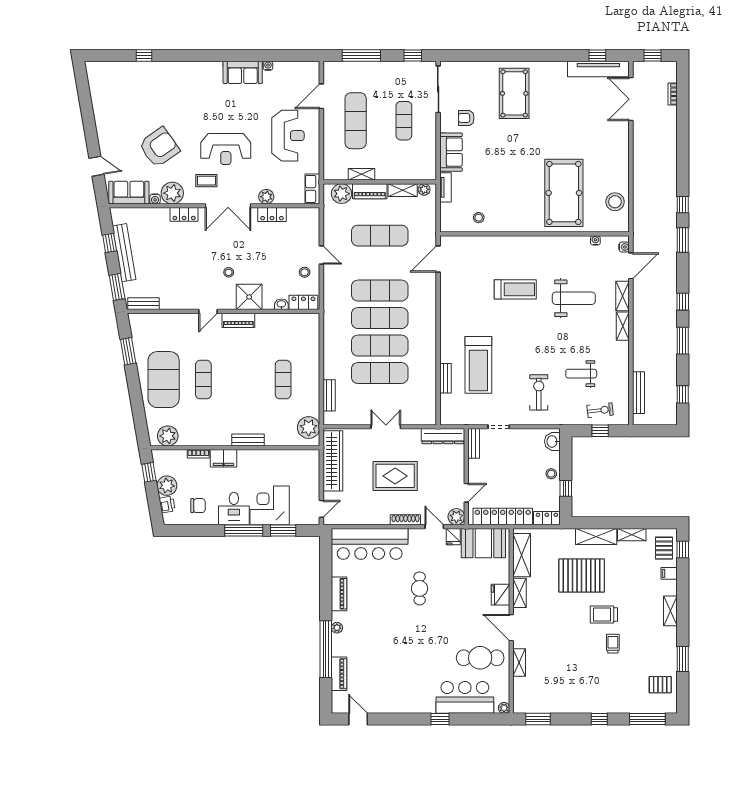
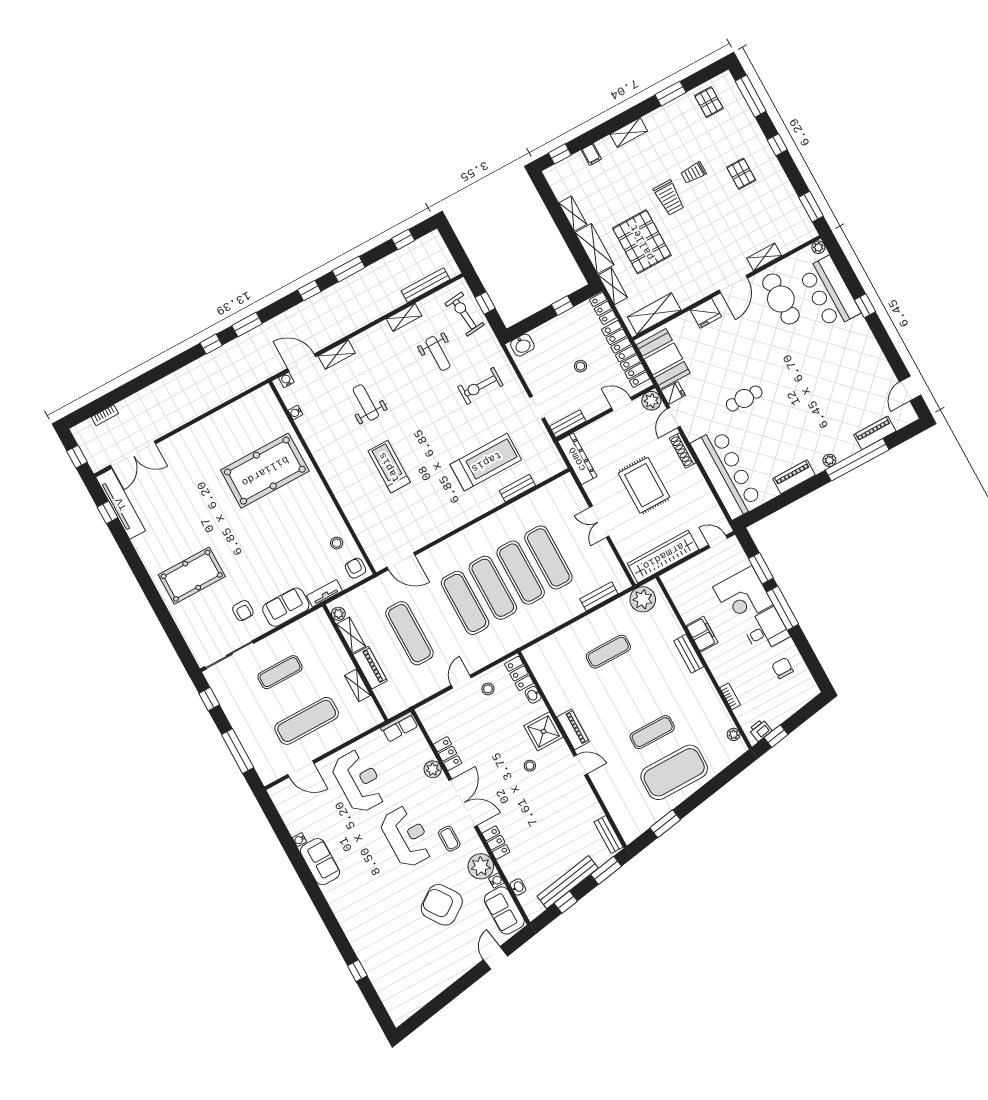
reception desk: (288, 136) -> (359, 781), turned 90
plant: (341, 194) -> (388, 695), removed
stool: (615, 202) -> (246, 414), removed
washbasin: (141, 213) -> (518, 887), added
armchair: (452, 221) -> (355, 568), added
weight bench: (574, 298) -> (366, 402), width x0.73, depth x0.75
shelving: (623, 326) -> (404, 317), moved
exercise bike: (600, 410) -> (465, 314), width x1.38, depth x1.39
plant: (168, 436) -> (734, 734), width x0.53, depth x0.53
filing cabinet: (223, 458) -> (702, 634), moved
stool: (551, 474) -> (581, 366), moved
plant: (167, 486) -> (780, 711), removed
printer: (167, 504) -> (760, 730), moved
pallet: (664, 548) -> (741, 174), moved, turned 90
shelving: (520, 593) -> (613, 286), moved, turned 90

